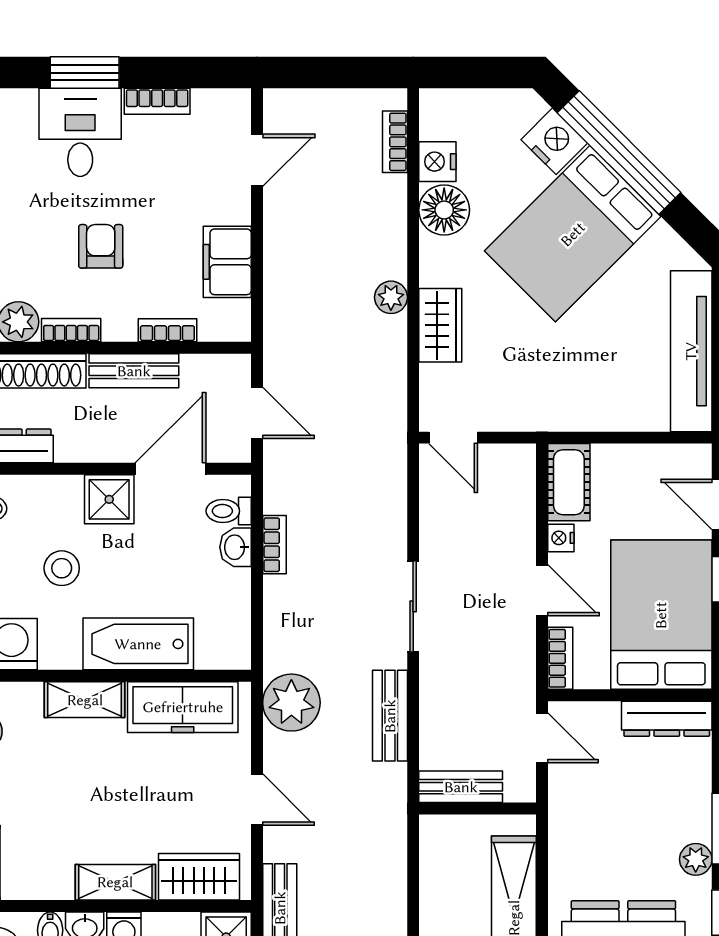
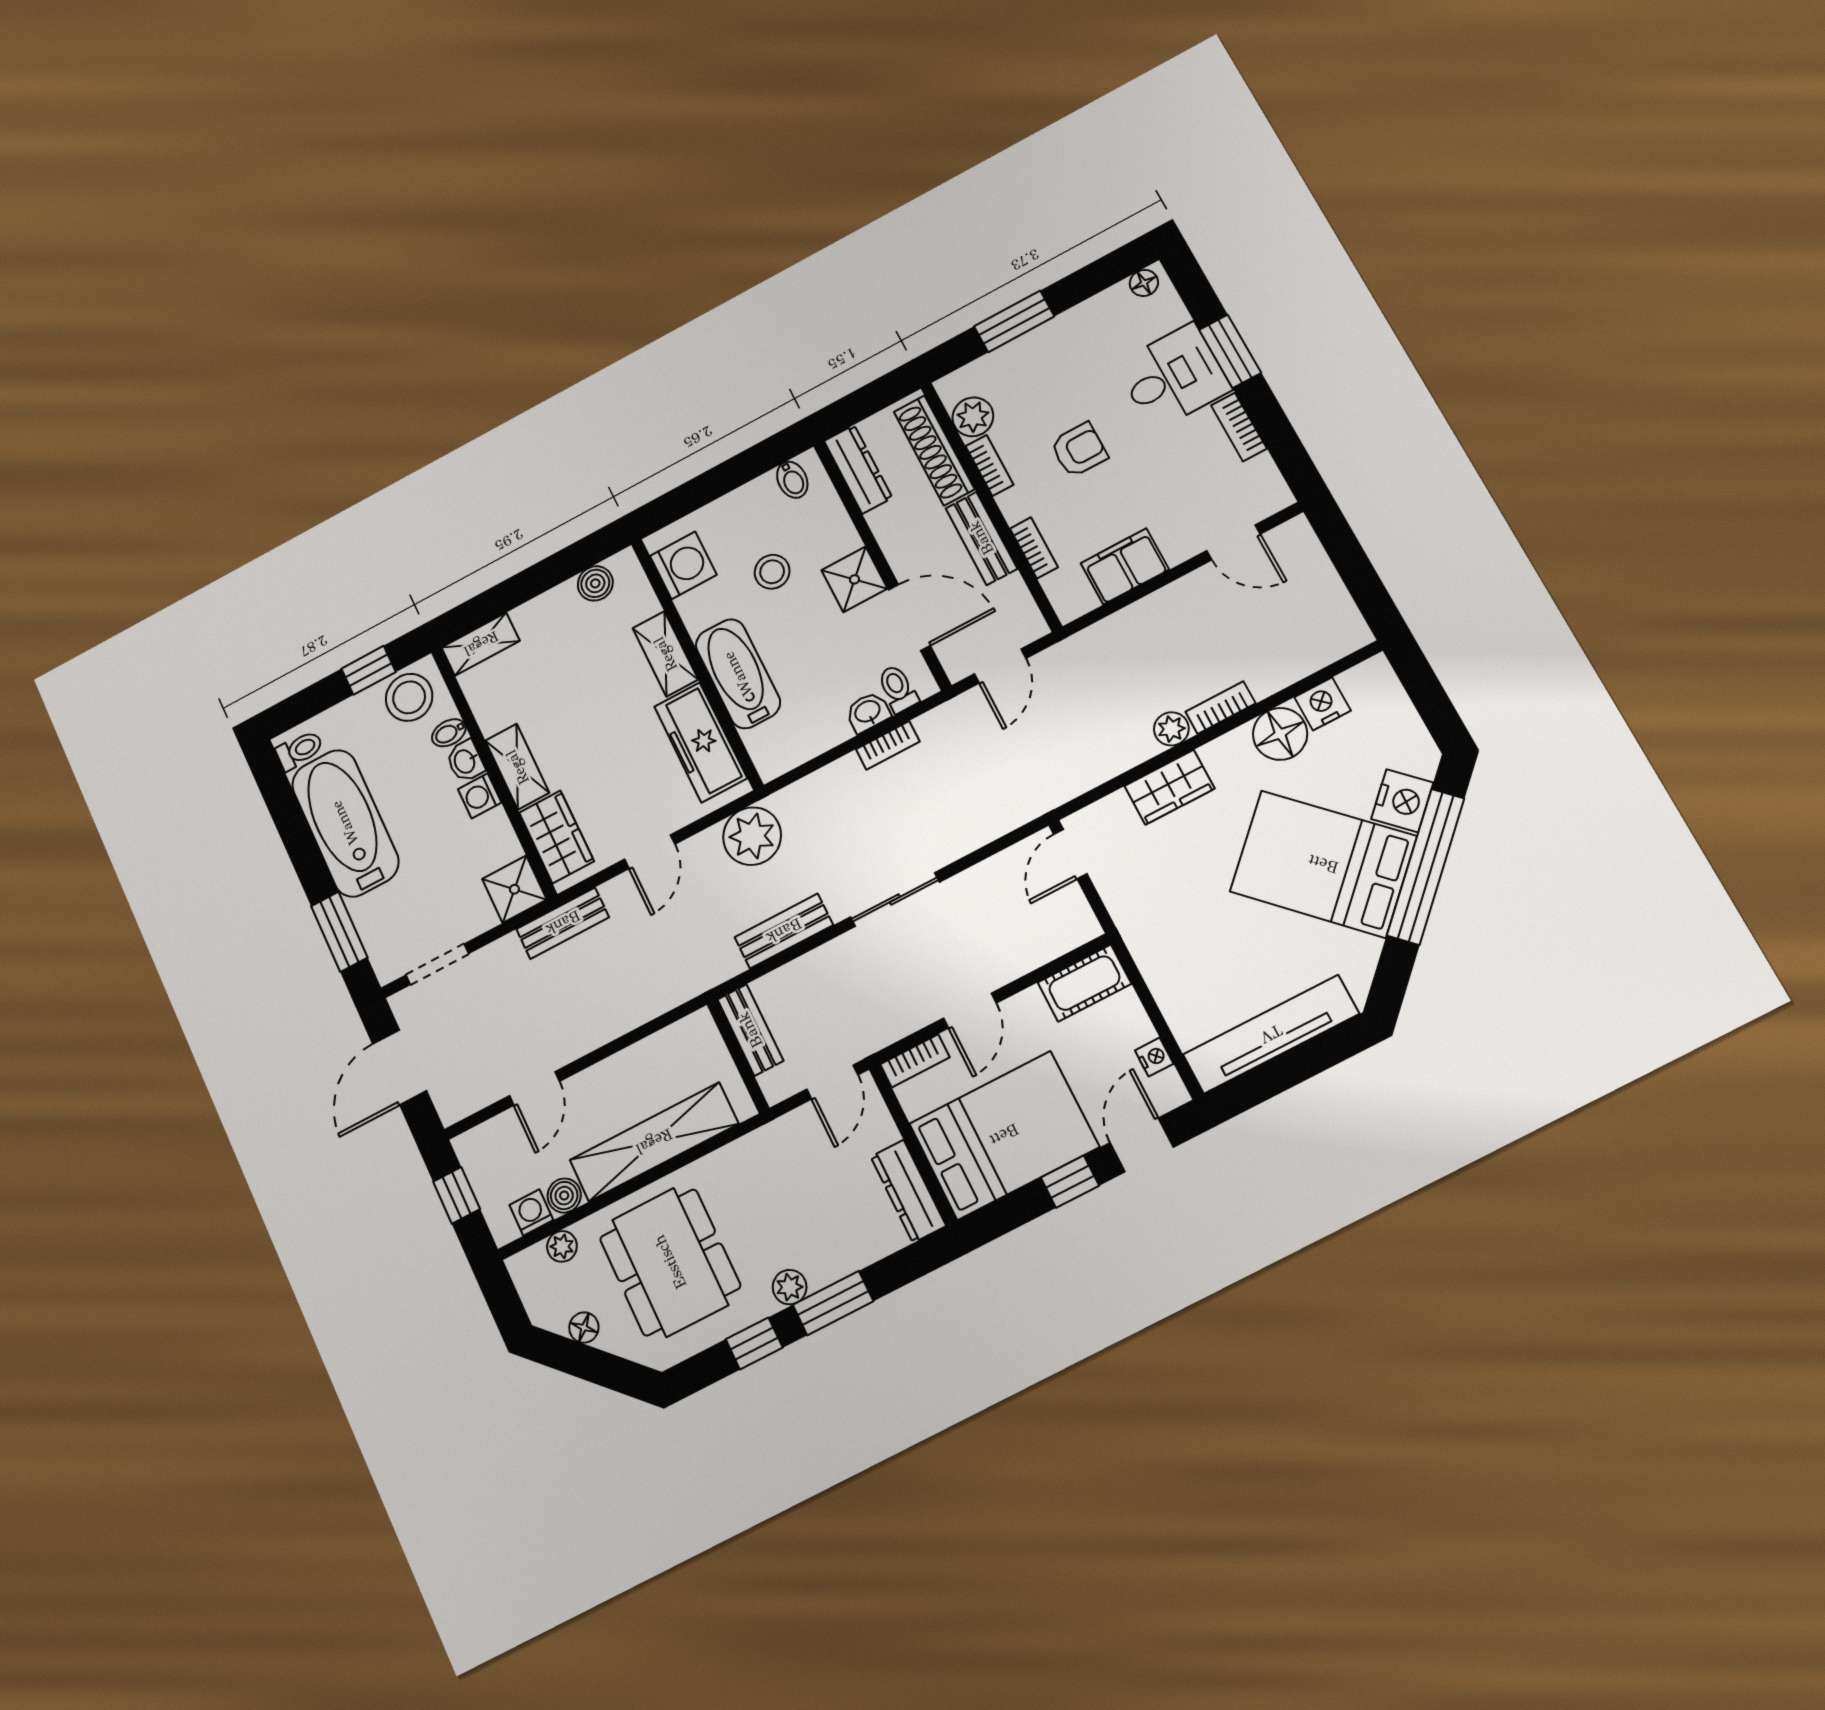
bookcase: (395, 142) -> (1221, 708), moved
nightstand: (561, 538) -> (1154, 1057), moved, turned 90

